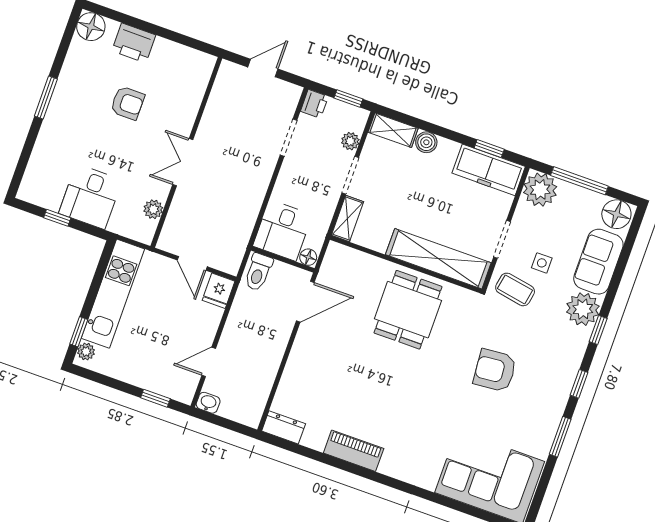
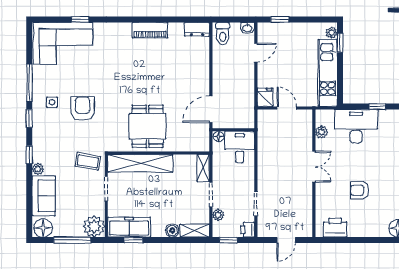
printer: (134, 43) -> (335, 228), moved
desk: (90, 197) -> (356, 126), width x1.37
side table: (542, 263) -> (52, 102), moved
toilet: (258, 272) -> (223, 34), moved, turned 180
plant: (583, 309) -> (38, 169), width x0.53, depth x0.53
armchair: (495, 370) -> (83, 108), turned -85
window: (560, 437) -> (29, 83), width x1.44
window: (451, 504) -> (80, 19), added

